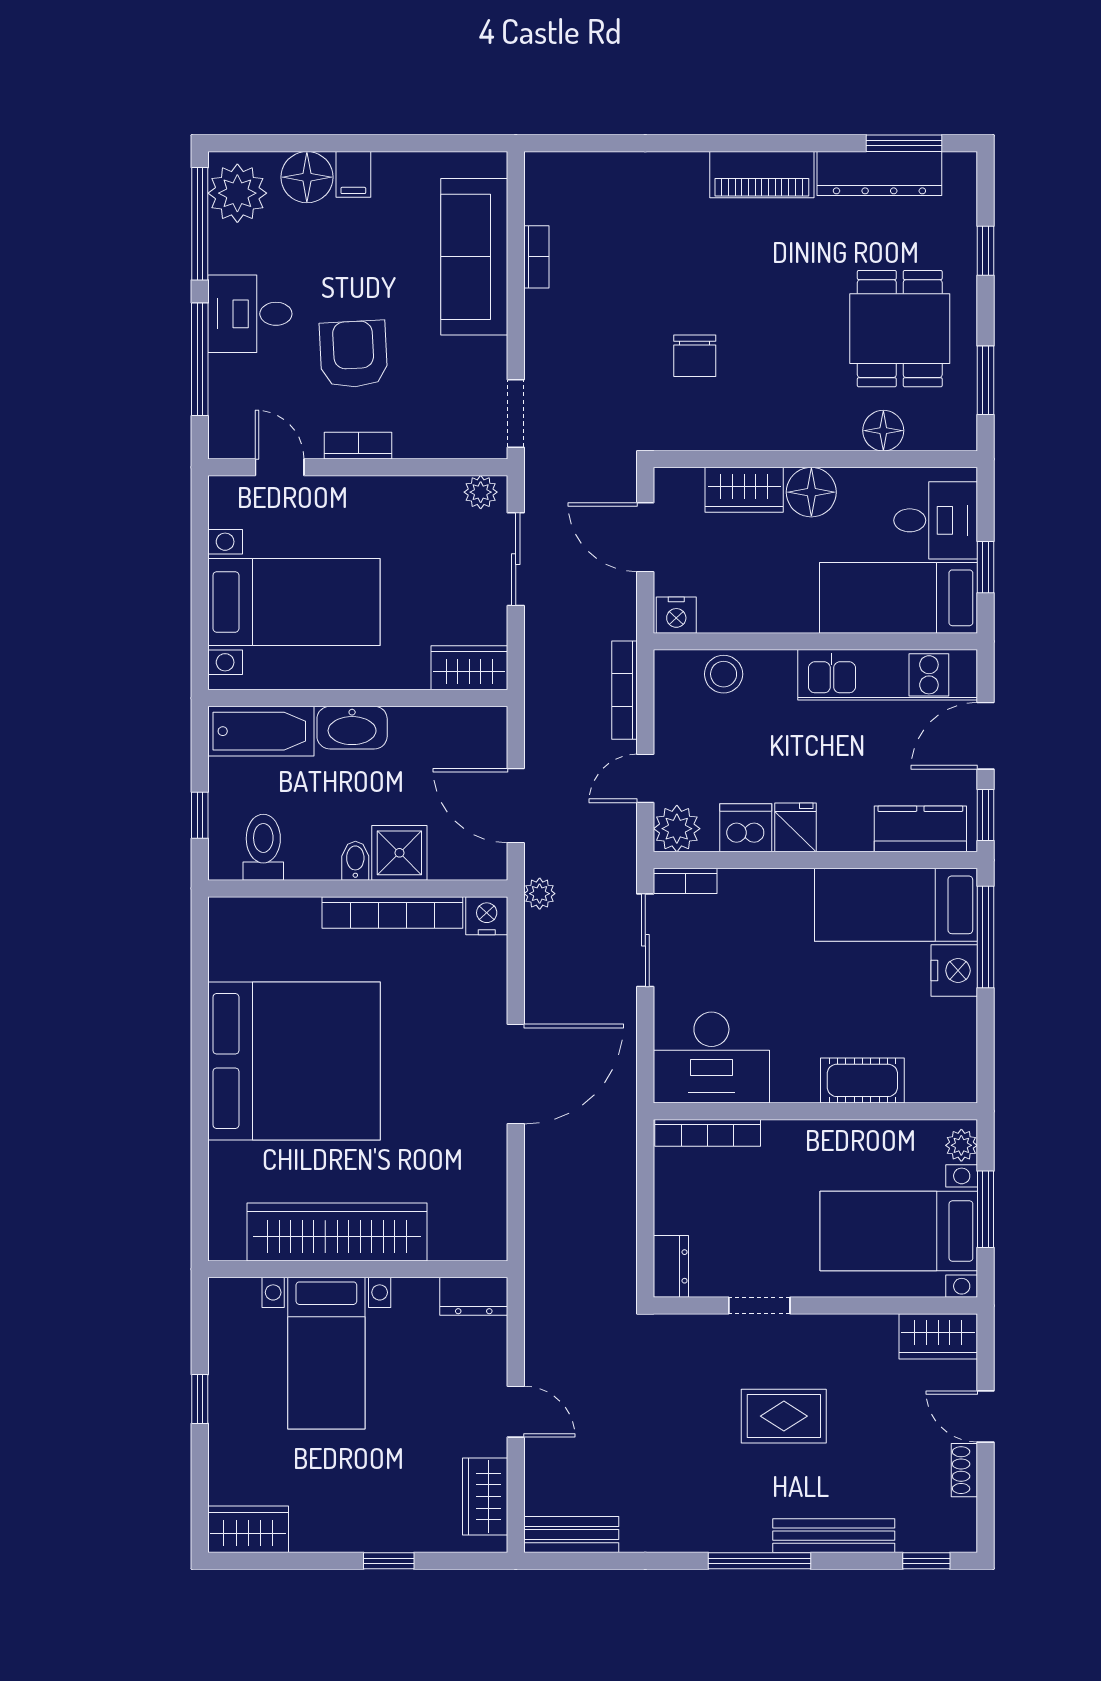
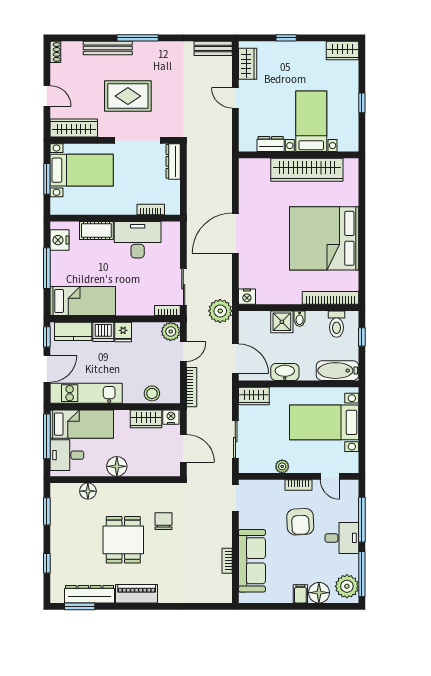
dining table: (900, 329) -> (123, 540), moved
wardrobe: (744, 490) -> (146, 419), moved, turned 180
plant: (481, 492) -> (282, 466), moved
window: (986, 567) -> (47, 436), width x2.17
washbasin: (352, 728) -> (285, 372), moved
door: (516, 806) -> (235, 359), moved
dishwasher: (746, 828) -> (103, 332), moved
plant: (540, 894) -> (220, 311), width x1.87, depth x1.87
bookcase: (392, 912) -> (331, 298), moved
window: (986, 937) -> (47, 268), moved
nightstand: (954, 971) -> (59, 240), moved
desk: (711, 1058) -> (138, 240), moved
bookcase: (708, 1133) -> (151, 210), width x0.64
plant: (961, 1145) -> (57, 205), removed
dresser: (671, 1266) -> (173, 161), width x1.44
dresser: (474, 1296) -> (271, 144), moved
doorway: (759, 1306) -> (138, 140), width x1.88
wardrobe: (938, 1336) -> (74, 128), width x1.50
rug: (784, 1416) -> (128, 96), width x1.36, depth x1.43
shoe rack: (964, 1470) -> (55, 52), moved
window: (926, 1561) -> (71, 38), removed

